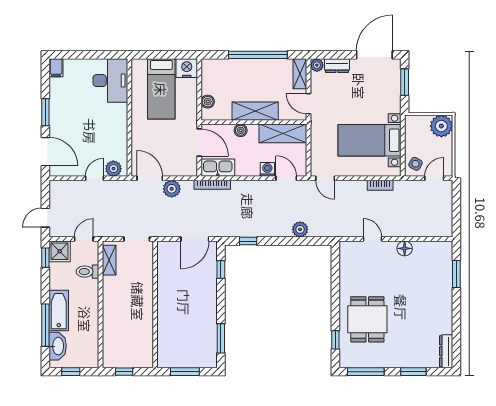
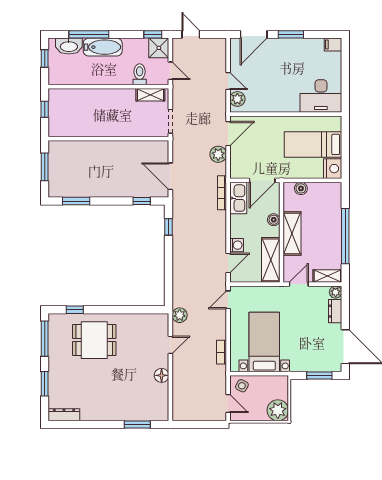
plant: (300, 229) -> (180, 315), moved

